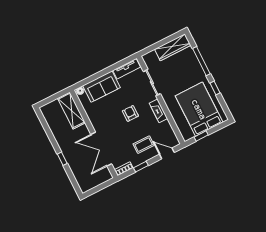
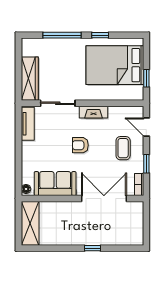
wardrobe: (173, 47) -> (30, 79), moved
sofa: (101, 87) -> (55, 184), moved, turned -90
shelving: (71, 111) -> (30, 223), moved, turned 90
double door: (101, 149) -> (104, 198), swing flipped
door: (167, 153) -> (146, 127), hinge flipped

